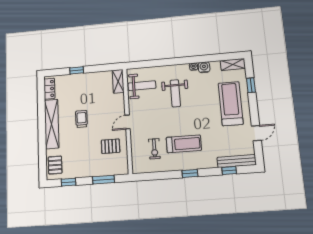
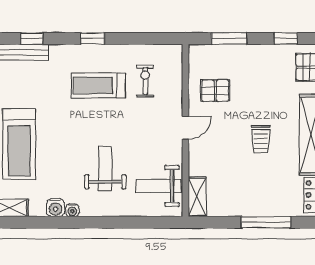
window: (77, 70) -> (266, 222), width x2.17

